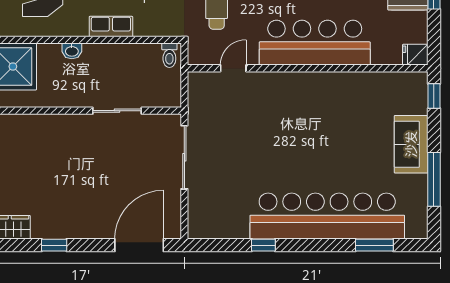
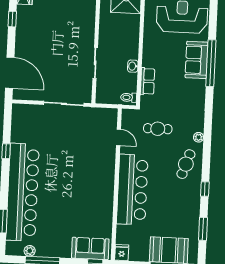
row of seats: (111, 27) -> (148, 81), moved
washbasin: (72, 51) -> (133, 66), moved
sofa: (411, 144) -> (90, 249), moved
plant: (419, 200) -> (30, 251), added

